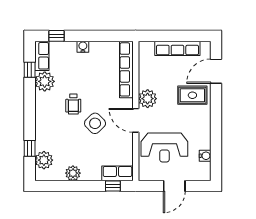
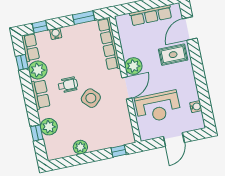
window: (105, 36) -> (84, 18), added
water cooler: (83, 47) -> (56, 34), moved
wheelchair: (73, 104) -> (68, 85), turned -90
door: (136, 120) -> (127, 88), swing flipped
plant: (44, 160) -> (49, 127), moved
row of seats: (118, 173) -> (41, 94), moved, turned 90

